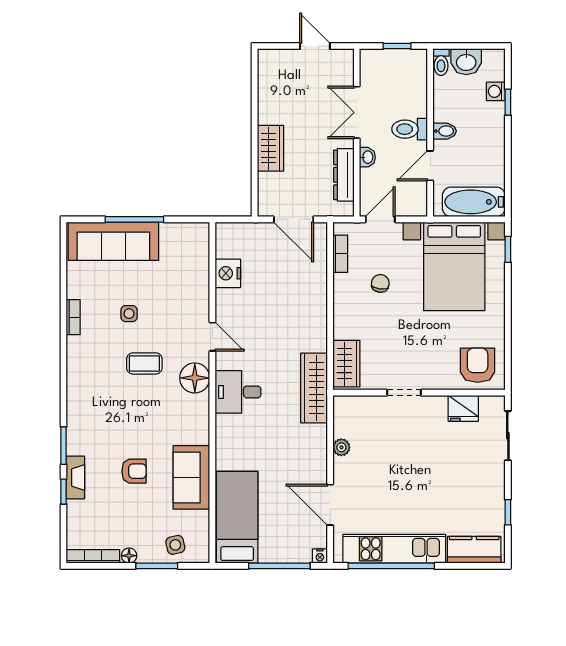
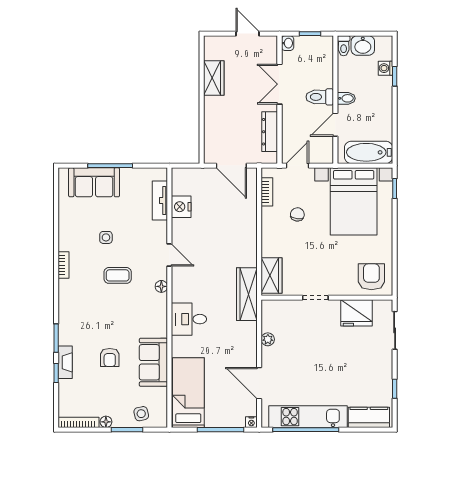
wardrobe: (270, 148) -> (214, 78), moved
washbasin: (367, 157) -> (288, 43), moved
sofa: (113, 241) -> (94, 182), width x0.73
tv unit: (200, 265) -> (160, 200), added
bookcase: (73, 317) -> (63, 265), moved
floor lamp: (195, 378) -> (161, 286), width x0.53, depth x0.53
desk: (238, 392) -> (189, 319), moved
fridge: (463, 408) -> (356, 313), width x1.36, depth x1.34
armchair: (134, 471) -> (110, 357), turned 90

